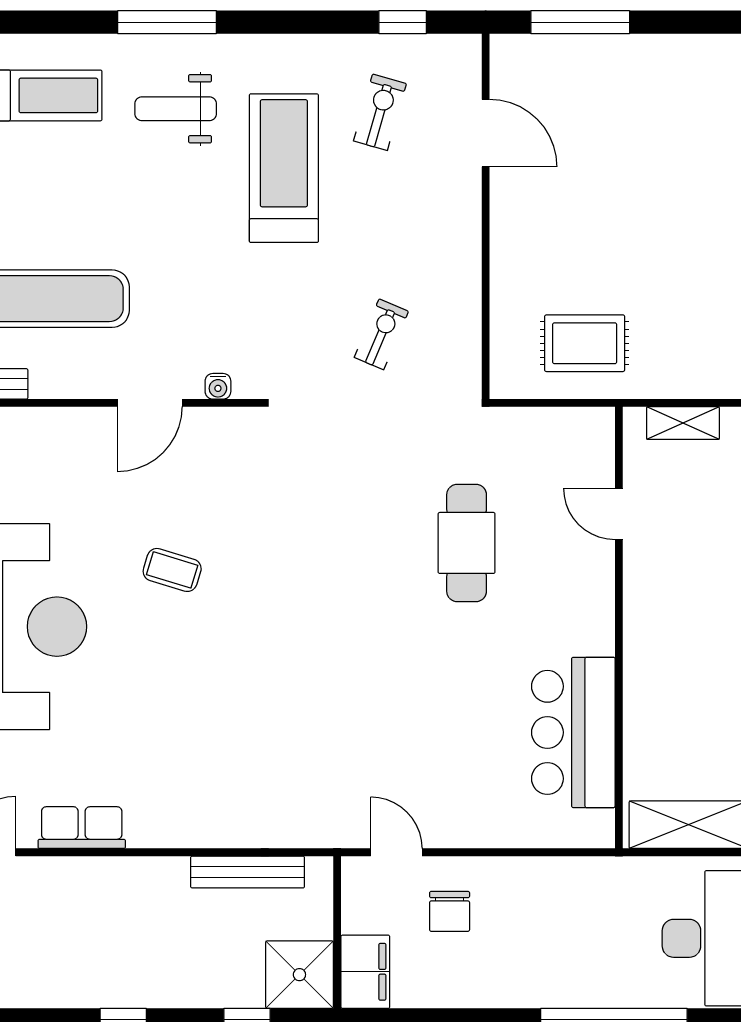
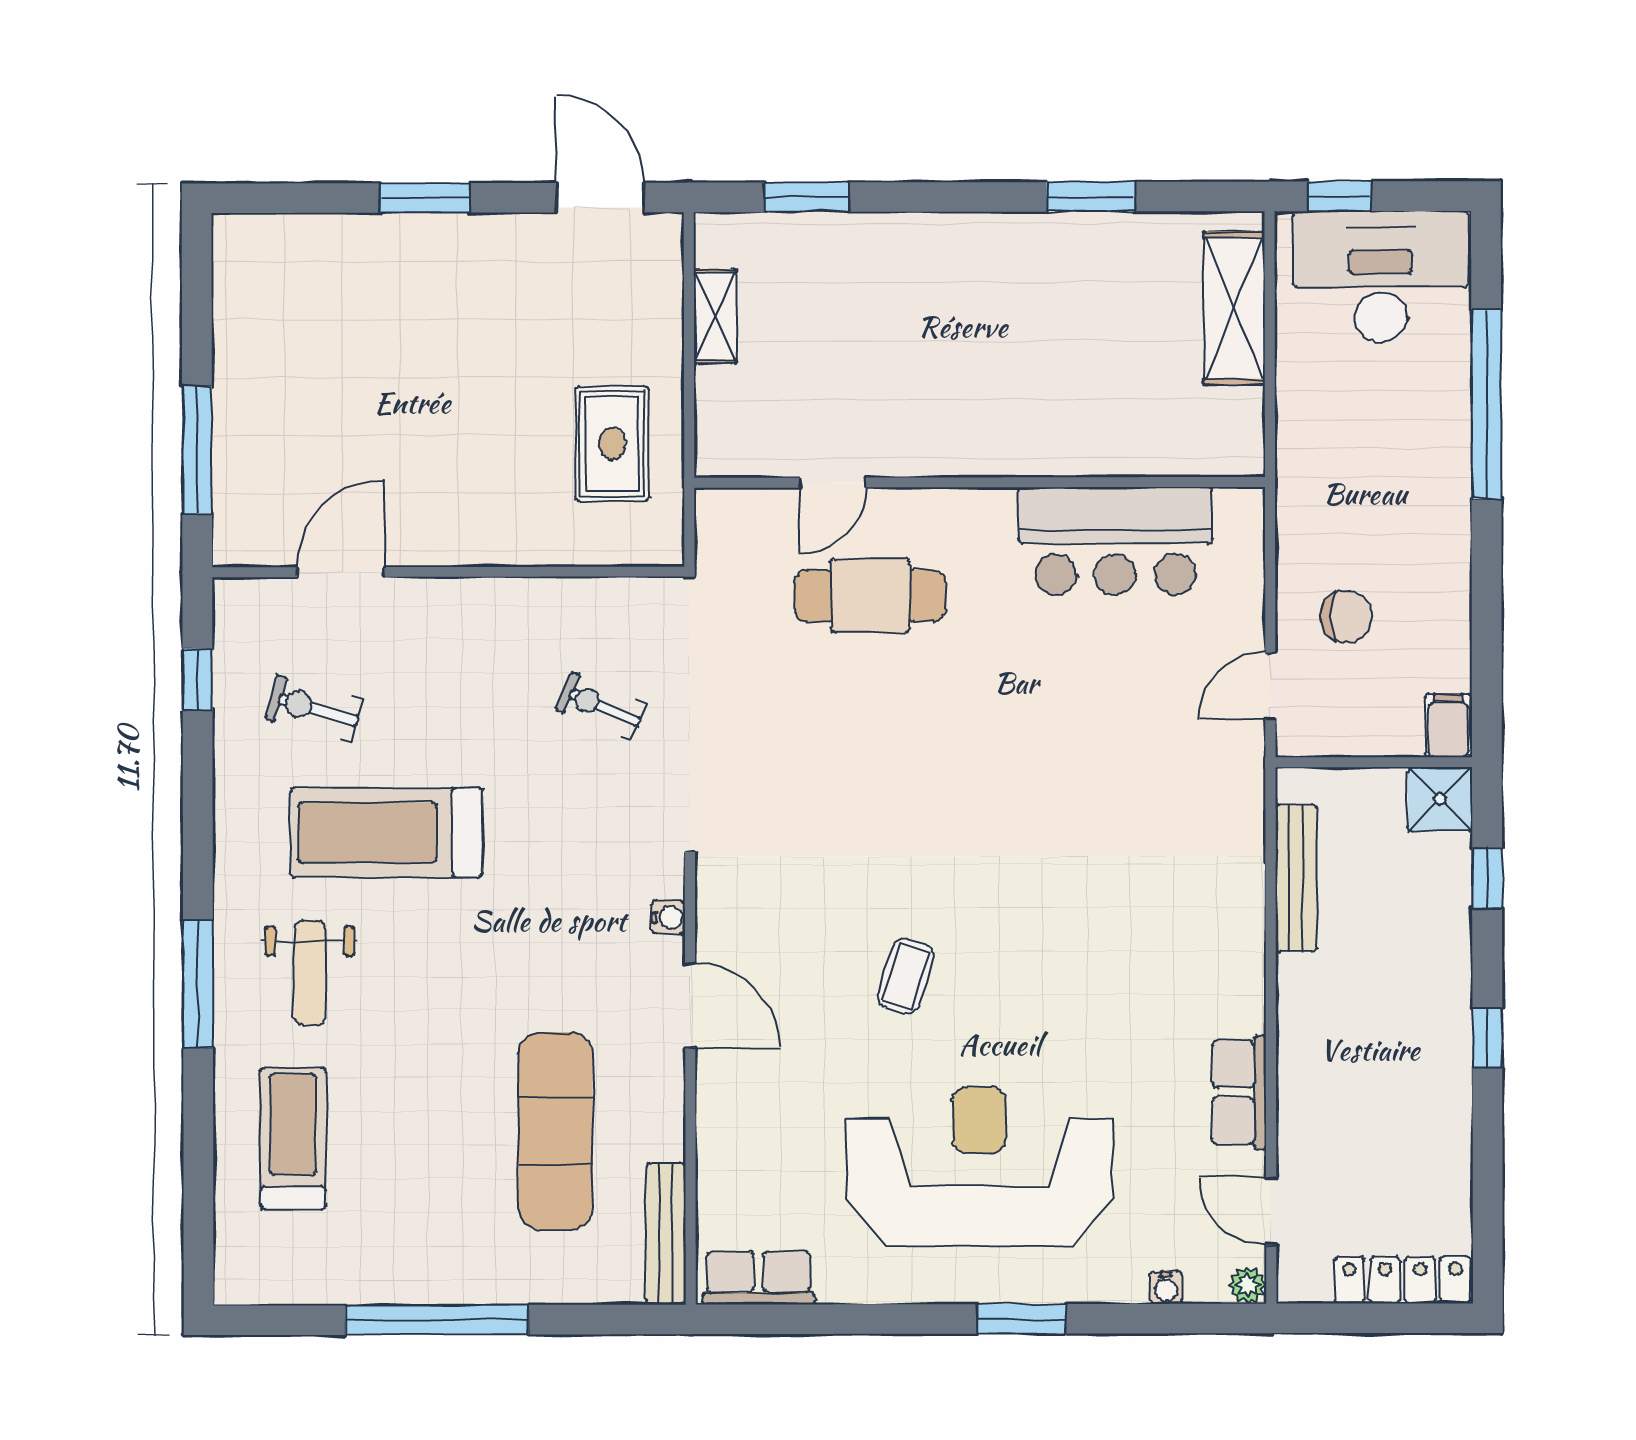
door: (619, 514) -> (833, 483), moved
wall: (619, 628) -> (980, 482), moved
bar counter: (573, 732) -> (1115, 541), moved
filing cabinet: (365, 972) -> (1448, 726), width x0.50
shower: (299, 975) -> (1440, 799), width x0.73, depth x0.73

